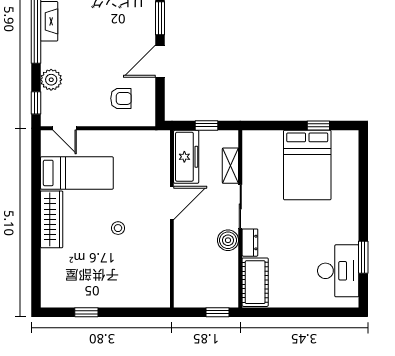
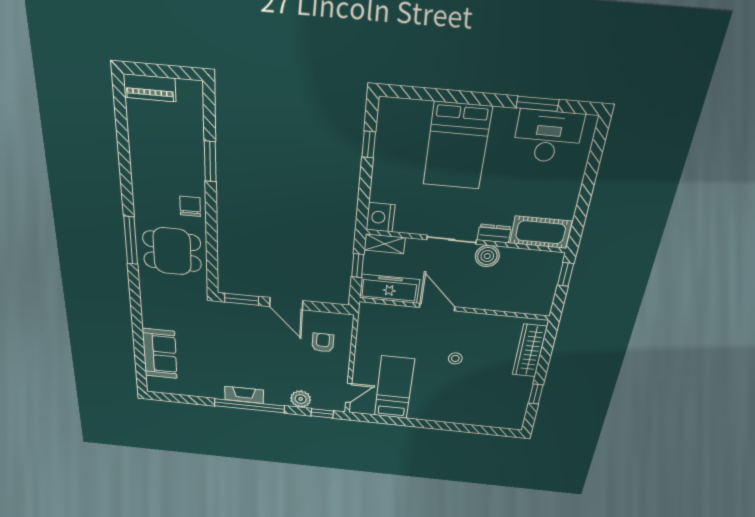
nightstand: (255, 142) -> (380, 217), added
bed: (307, 165) -> (457, 146), moved, turned 90
shelving: (230, 166) -> (385, 244), moved
wardrobe: (52, 219) -> (530, 351), moved, turned -90

